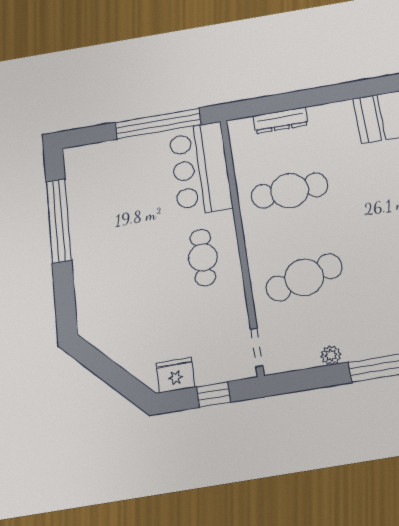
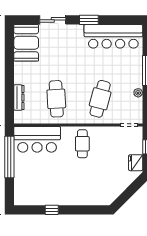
window: (59, 221) -> (52, 210), width x0.32
cafe table: (203, 257) -> (82, 144), turned 90
cafe table: (304, 277) -> (100, 99), turned 30

